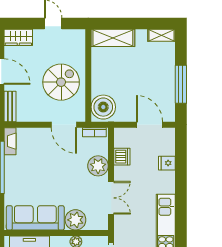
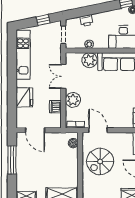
boiler: (103, 107) -> (73, 143), width x0.54, depth x0.54
fridge: (167, 163) -> (24, 97), width x1.88, depth x1.34

